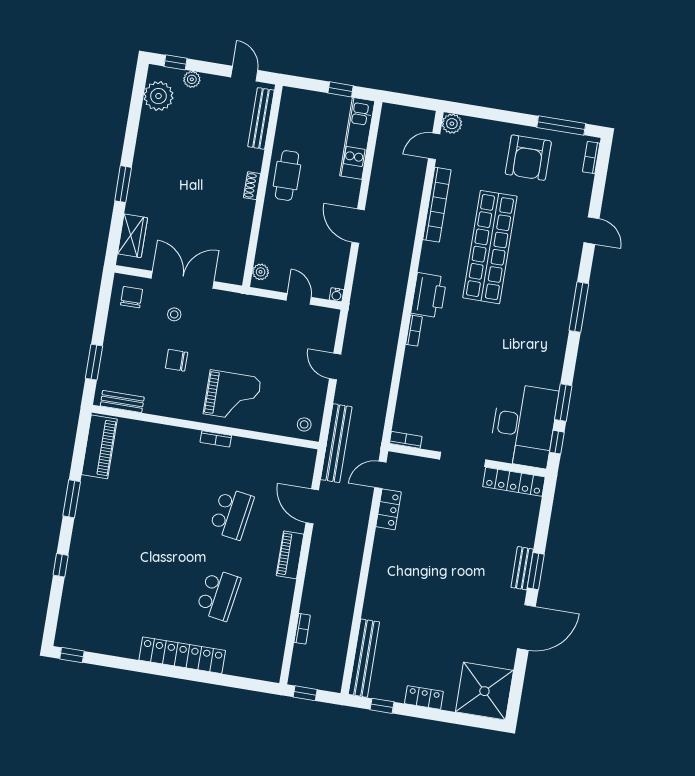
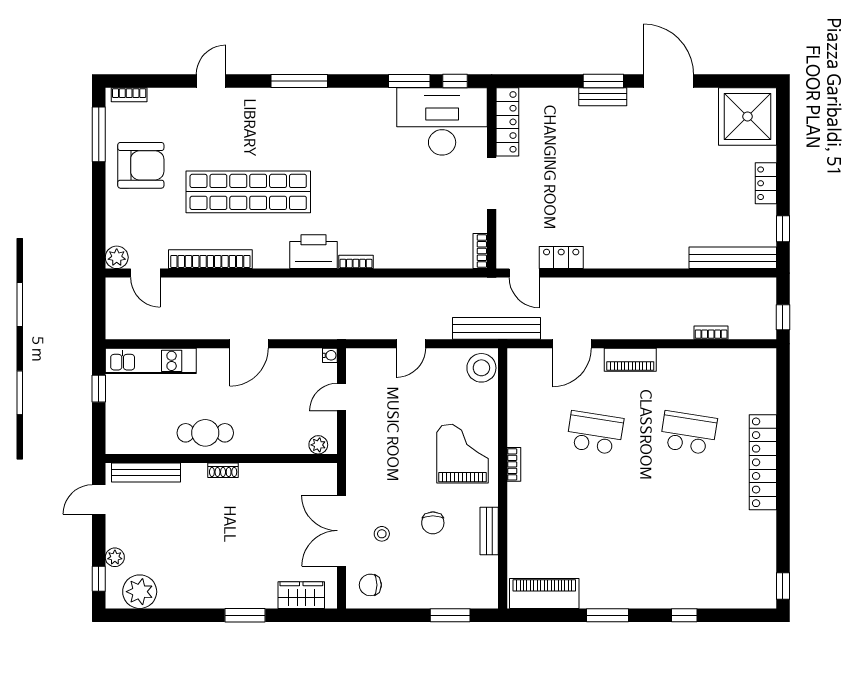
bench: (122, 401) -> (489, 531), moved
stool: (304, 424) -> (481, 368), width x1.89, depth x1.89

